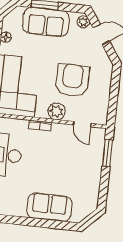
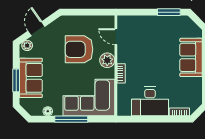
door: (82, 124) -> (116, 37), swing flipped
window: (107, 153) -> (169, 12), moved

